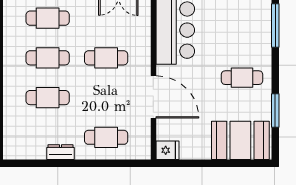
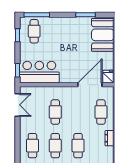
cafe table: (242, 78) -> (34, 31), moved
door: (153, 97) -> (90, 85), moved

